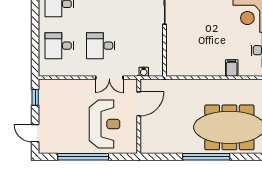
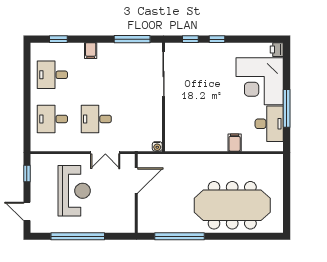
water cooler: (144, 72) -> (157, 146), moved
reception desk: (105, 124) -> (74, 191), moved
window: (206, 157) -> (179, 236), moved

